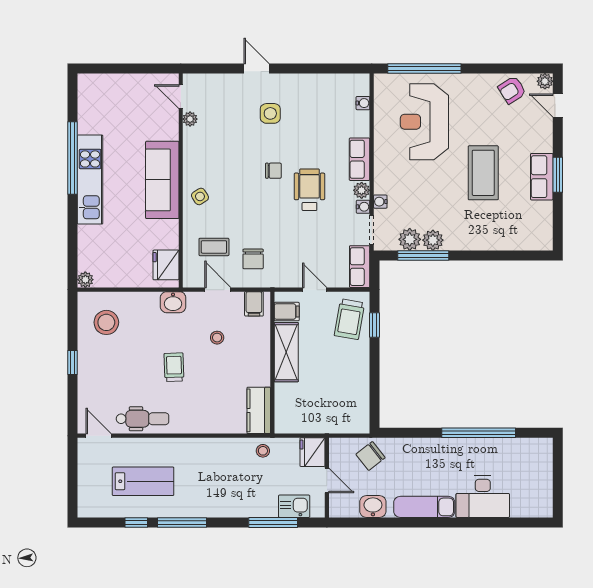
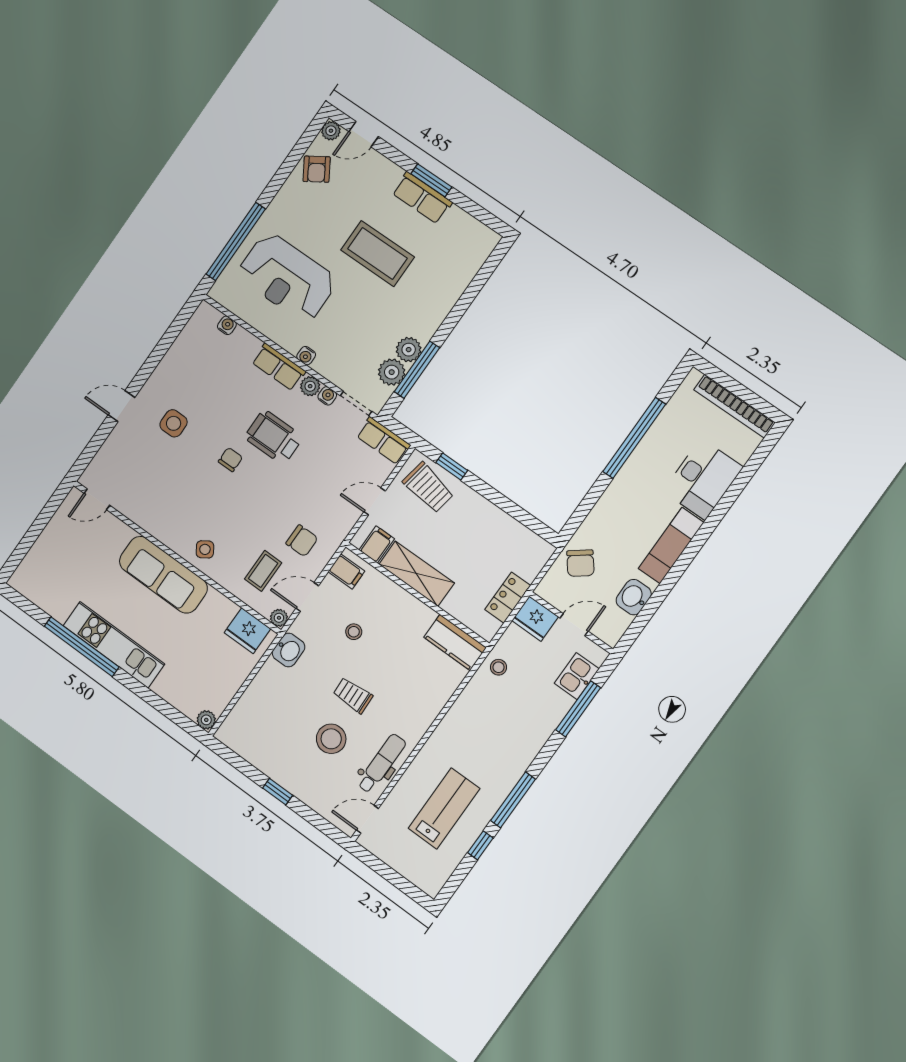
plant: (190, 119) -> (279, 618), moved
water cooler: (380, 202) -> (306, 356), moved
stool: (106, 322) -> (331, 739), moved
locker: (314, 424) -> (508, 598), added
bookcase: (545, 483) -> (734, 406), added

